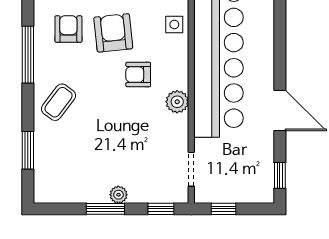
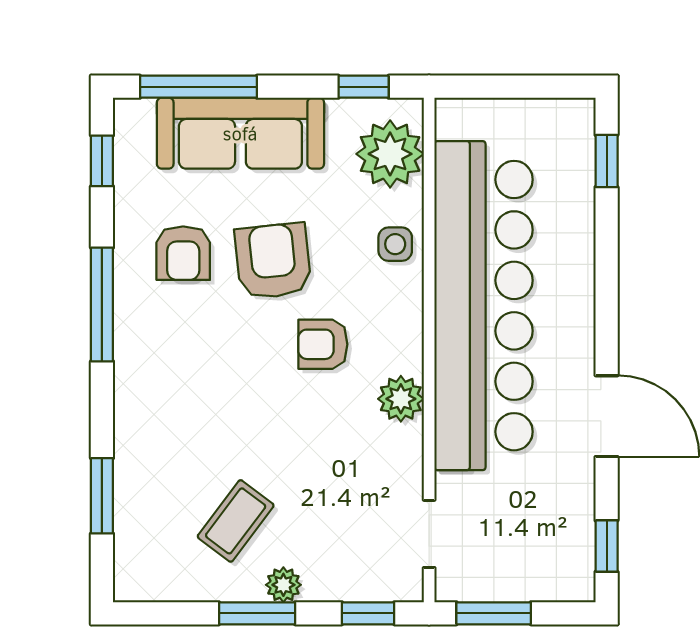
armchair: (68, 29) -> (183, 253), turned 180
coffee table: (59, 102) -> (236, 521), moved
window: (224, 209) -> (494, 613), width x1.50

